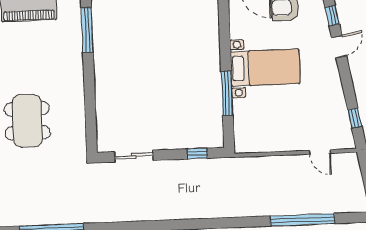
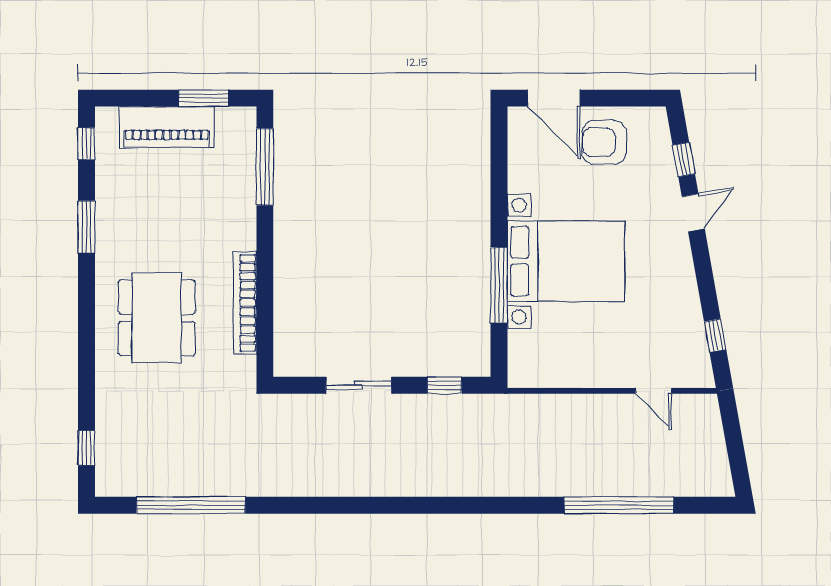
bed with nightstands: (265, 68) -> (566, 261), width x1.36
bookcase: (79, 110) -> (245, 303), added
sliding door: (134, 156) -> (359, 385), moved

